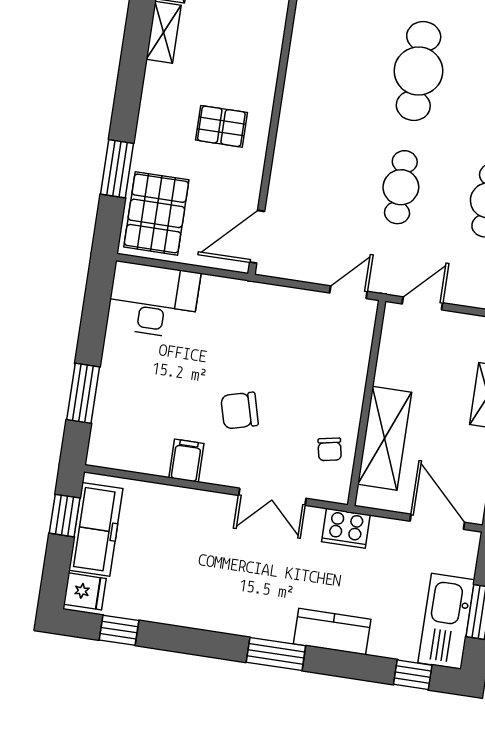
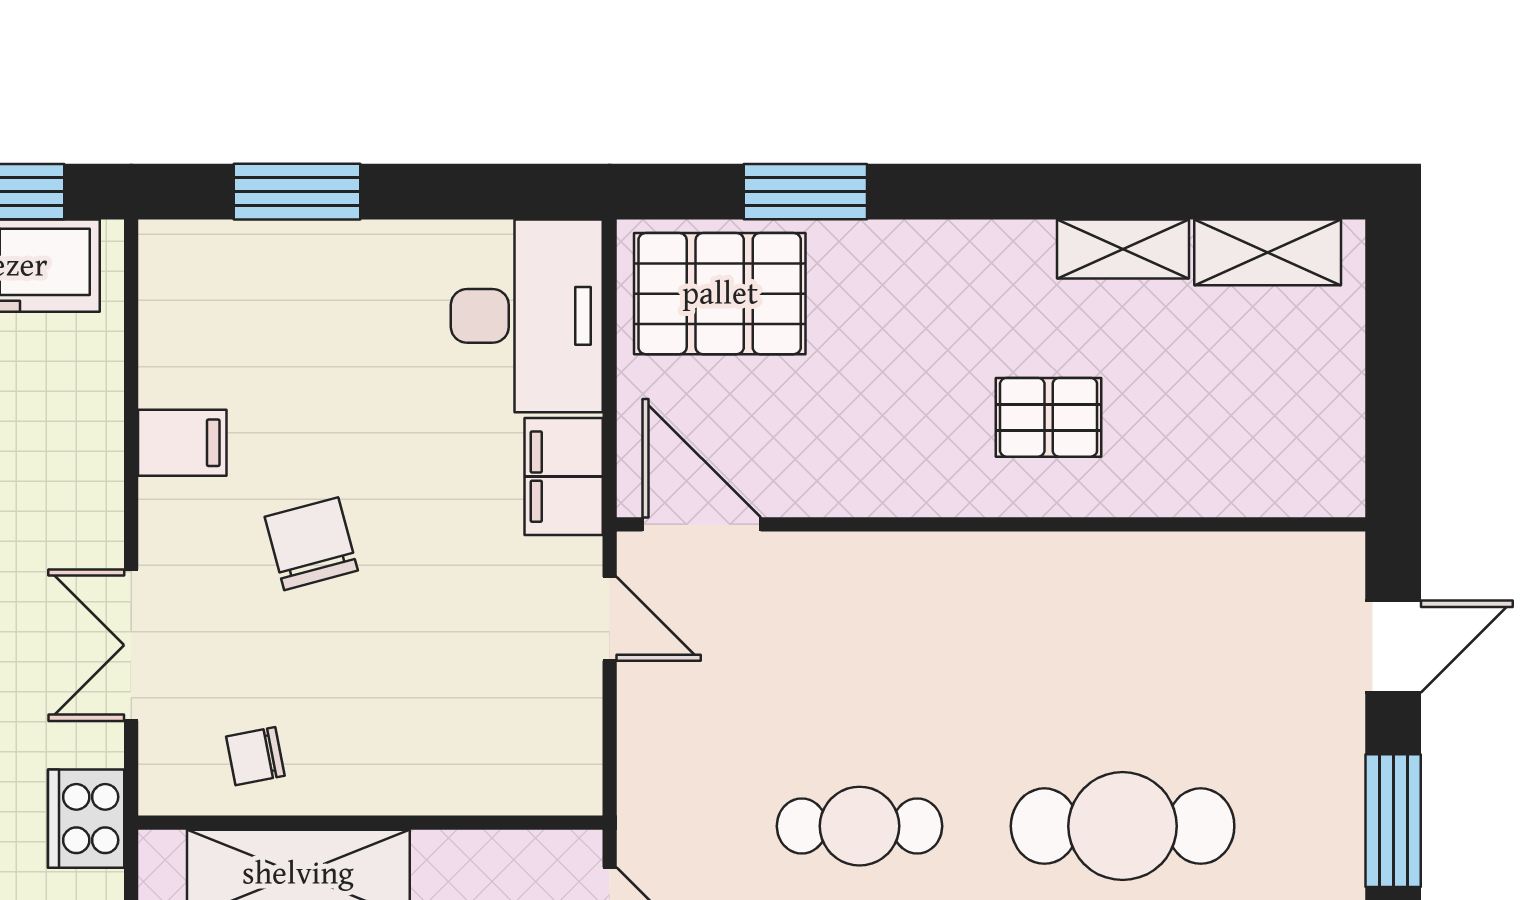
pallet: (221, 126) -> (1049, 417), moved, turned 90
door: (348, 292) -> (610, 619), moved
filing cabinet: (227, 295) -> (564, 477), added

